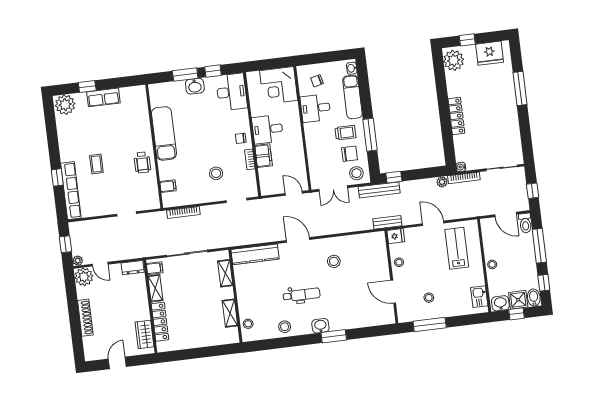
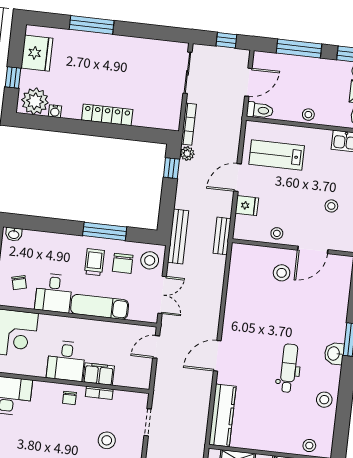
exam couch: (352, 97) -> (100, 307), moved, turned 180
chair: (349, 154) -> (123, 263), turned 180
water cooler: (461, 167) -> (55, 111), moved
window: (394, 177) -> (171, 168), moved
toilet: (525, 223) -> (260, 110), moved
fridge: (396, 236) -> (247, 206), moved, turned 90
stool: (334, 261) -> (282, 273), moved

